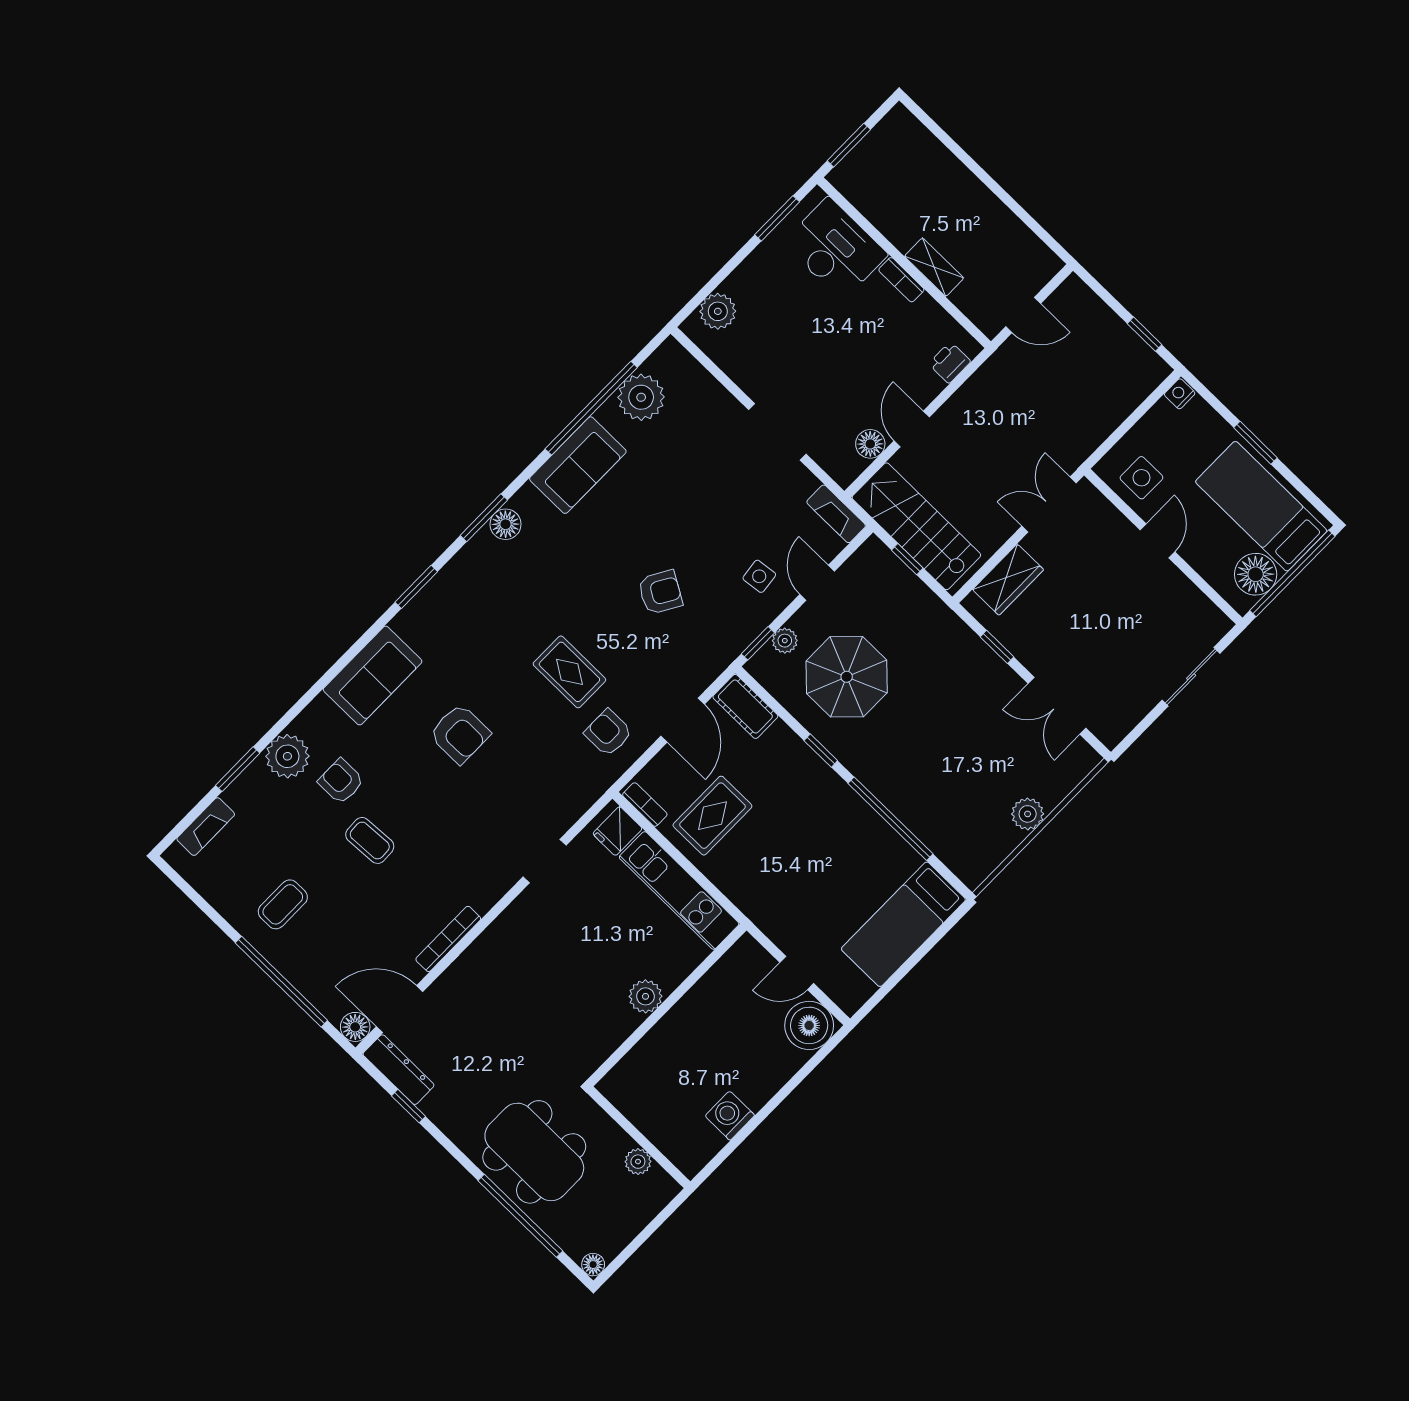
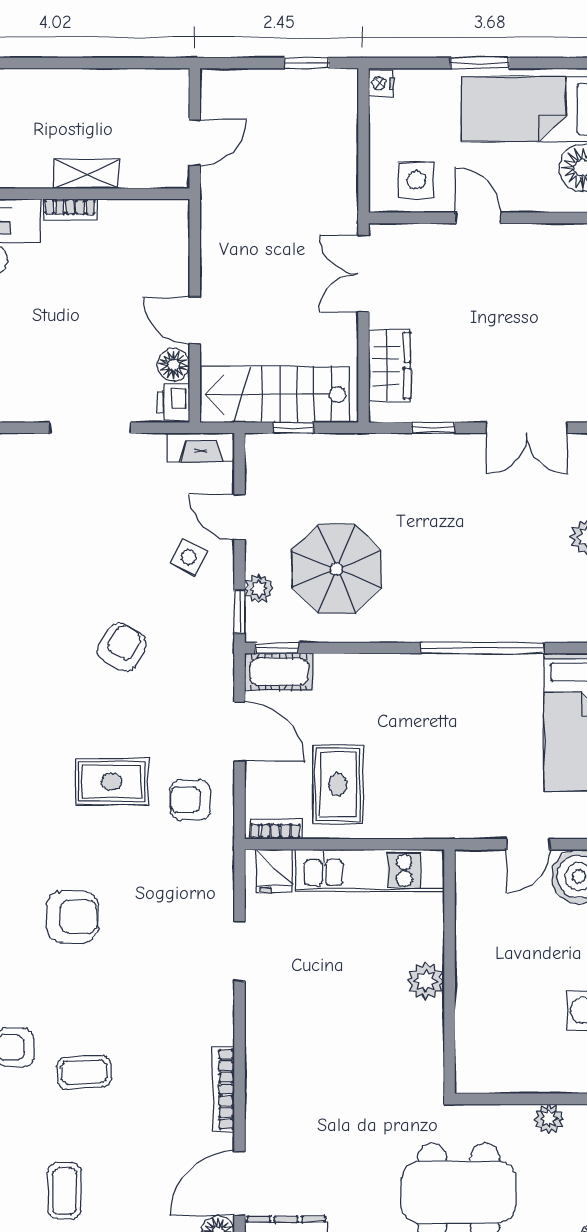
printer: (950, 363) -> (173, 402), moved
side table: (759, 576) -> (188, 557), turned 35
window: (821, 751) -> (277, 648), moved

